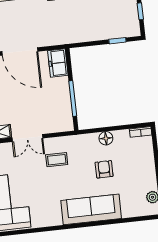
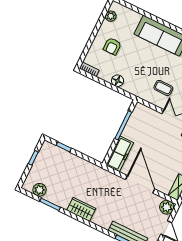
freezer: (58, 63) -> (120, 154), width x1.40
armchair: (104, 169) -> (112, 46), moved

